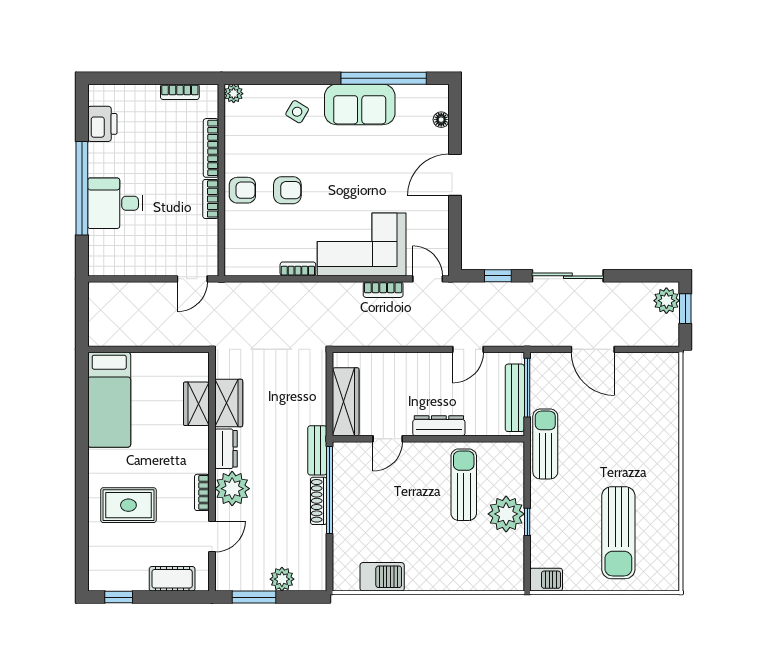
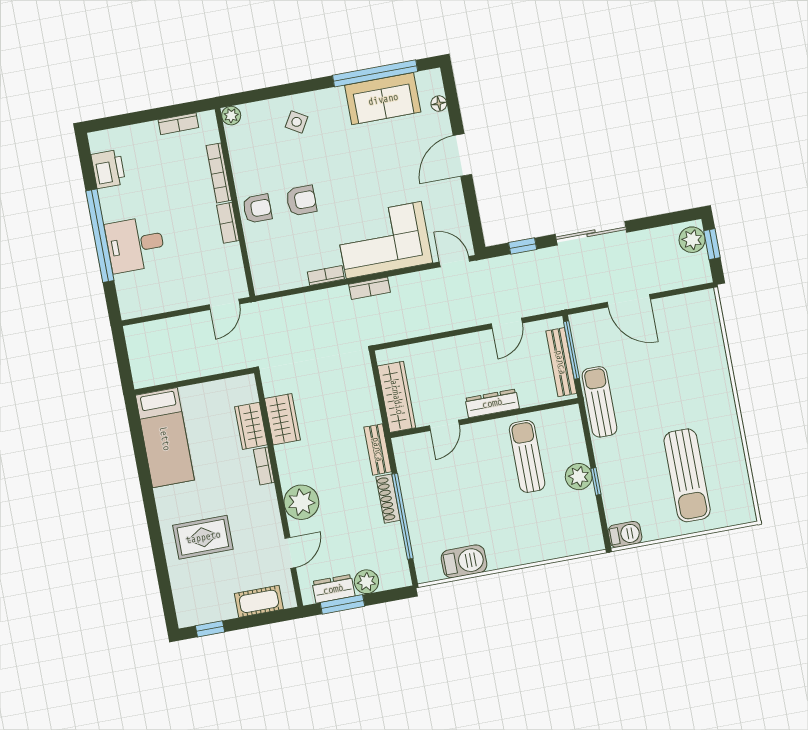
sofa: (360, 104) -> (383, 99), moved
bookcase: (383, 290) -> (369, 288), moved
dresser: (226, 449) -> (333, 589), moved, turned -90
window: (330, 490) -> (402, 516), moved
bookcase: (202, 492) -> (264, 466), moved
plant: (506, 514) -> (579, 477), width x0.73, depth x0.73

